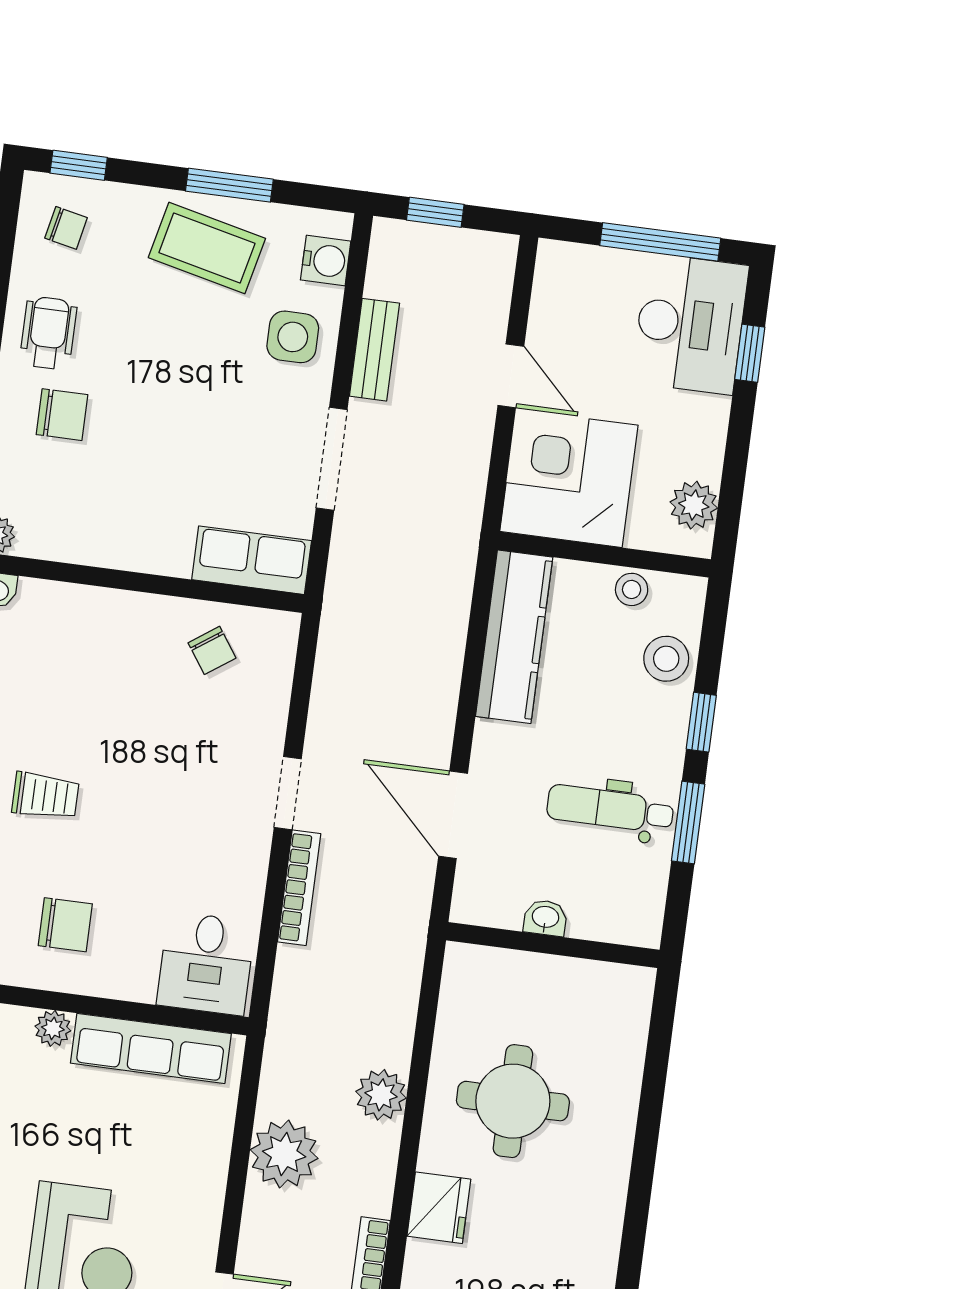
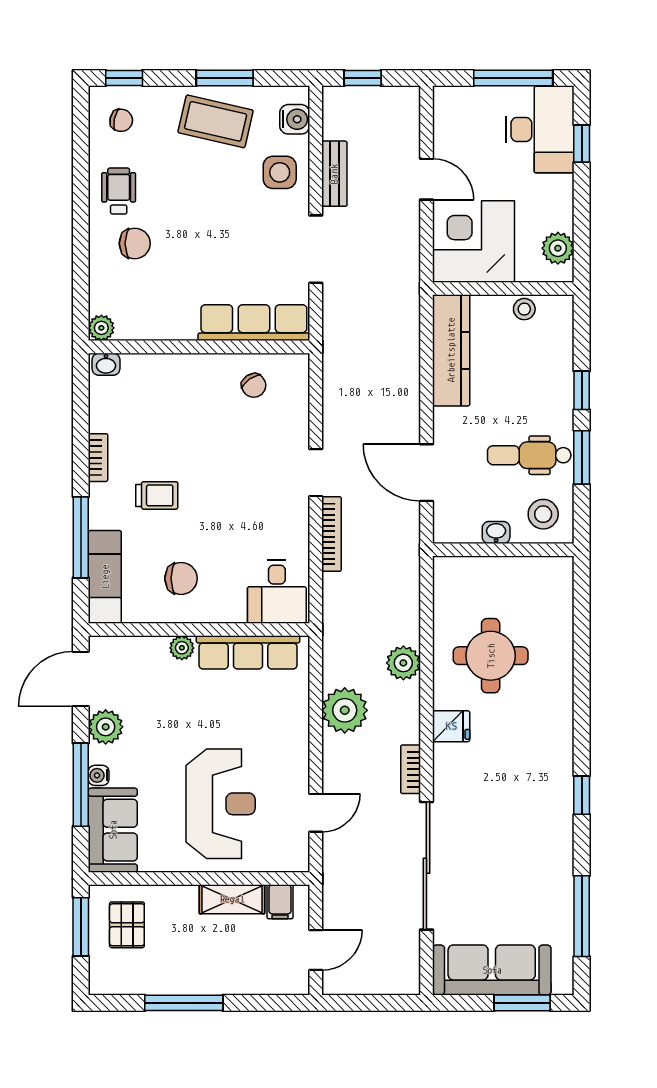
row of seats: (252, 560) -> (254, 323), width x1.48
stool: (666, 659) -> (543, 514), moved
fridge: (439, 1208) -> (451, 726), width x0.72

